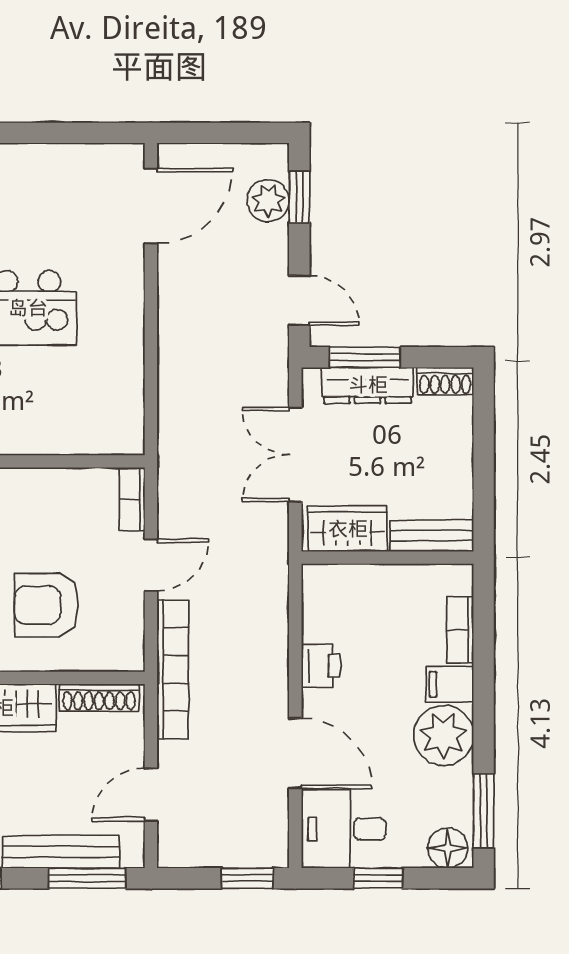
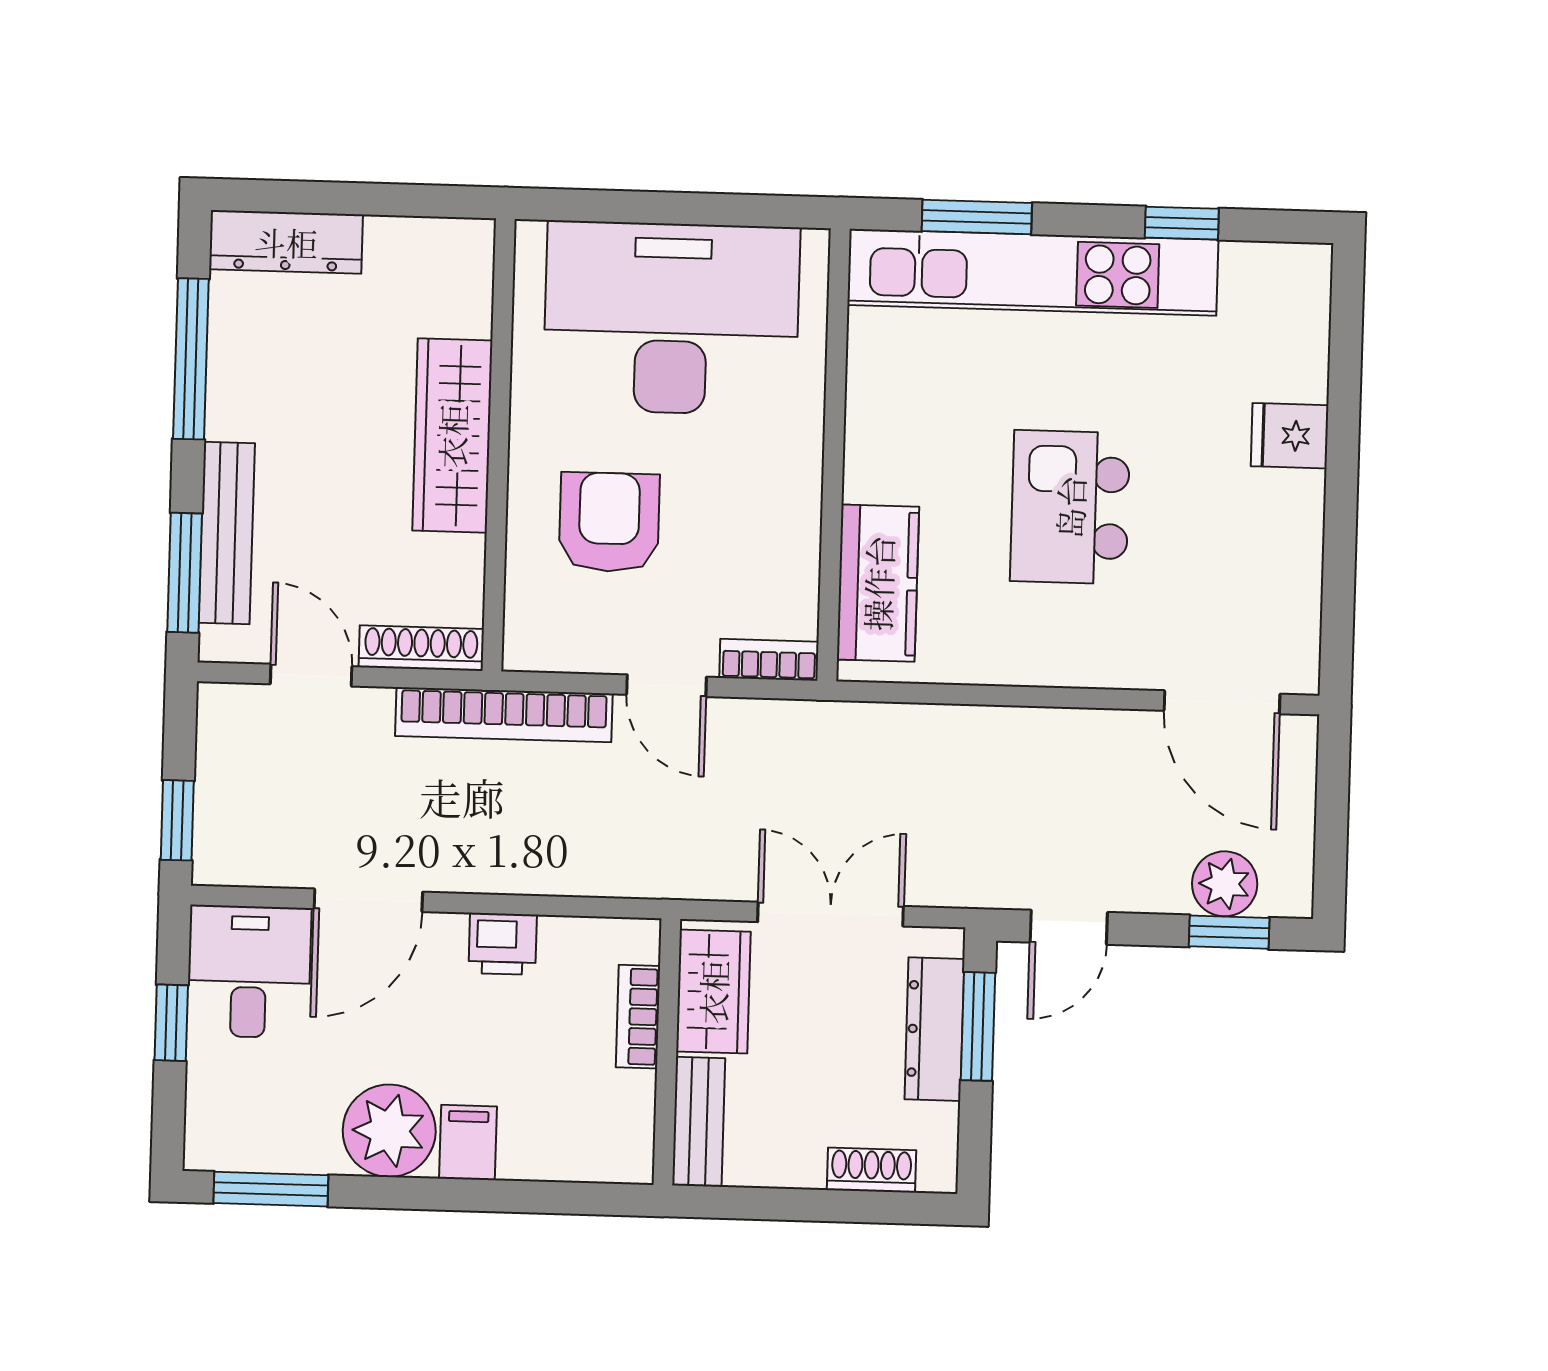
shoe rack: (445, 381) -> (871, 1170), moved, turned 90
kitchen counter: (81, 430) -> (878, 583), added
bookcase: (460, 630) -> (638, 1017), moved, turned -90
shoe rack: (99, 698) -> (421, 648), moved, turned 90
floor lamp: (448, 848) -> (215, 1132), removed

